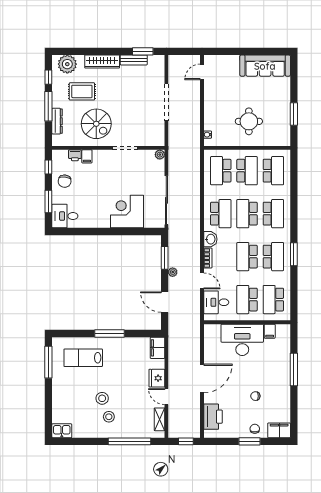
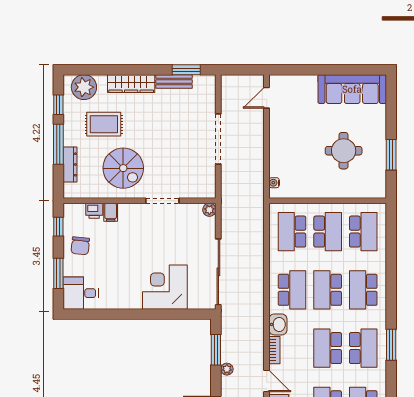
round table: (249, 121) -> (344, 151), moved
school desk: (273, 214) -> (363, 290), turned 180

